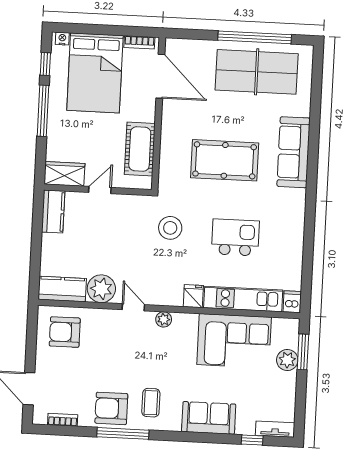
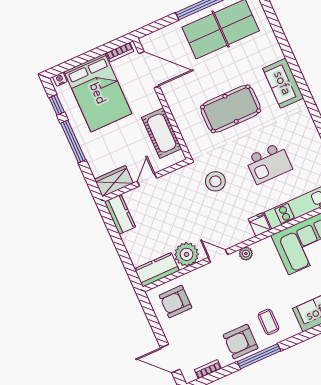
sofa: (294, 152) -> (283, 83), width x0.73
kitchen island: (235, 237) -> (269, 163), turned 180

